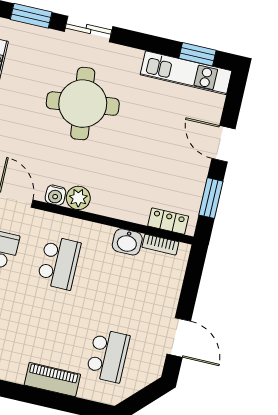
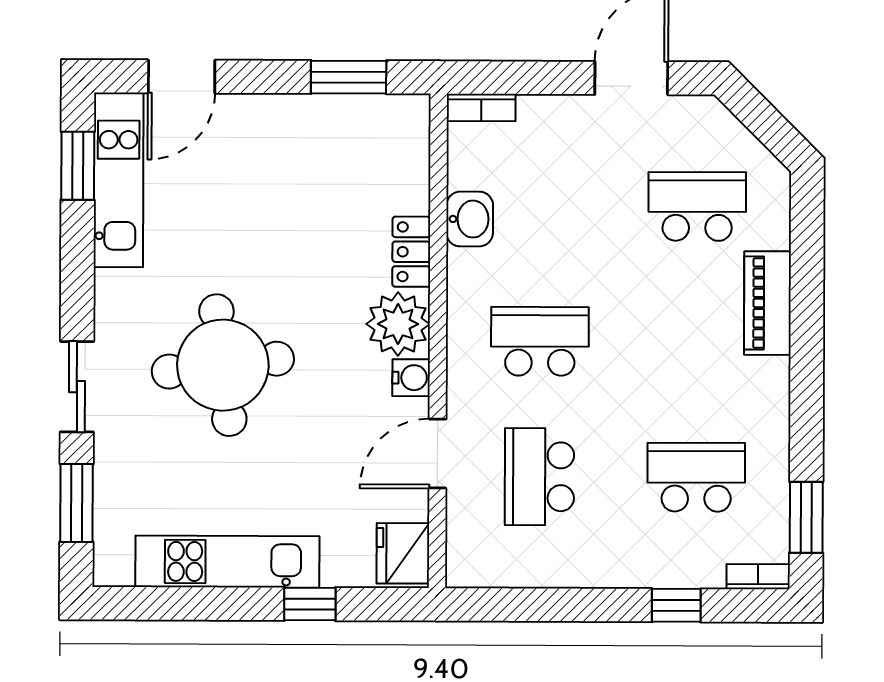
door: (223, 144) -> (182, 77), moved
plant: (78, 198) -> (398, 324), width x1.36, depth x1.36
locker: (168, 221) -> (411, 252), moved
bookcase: (160, 245) -> (481, 108), moved, turned 90

